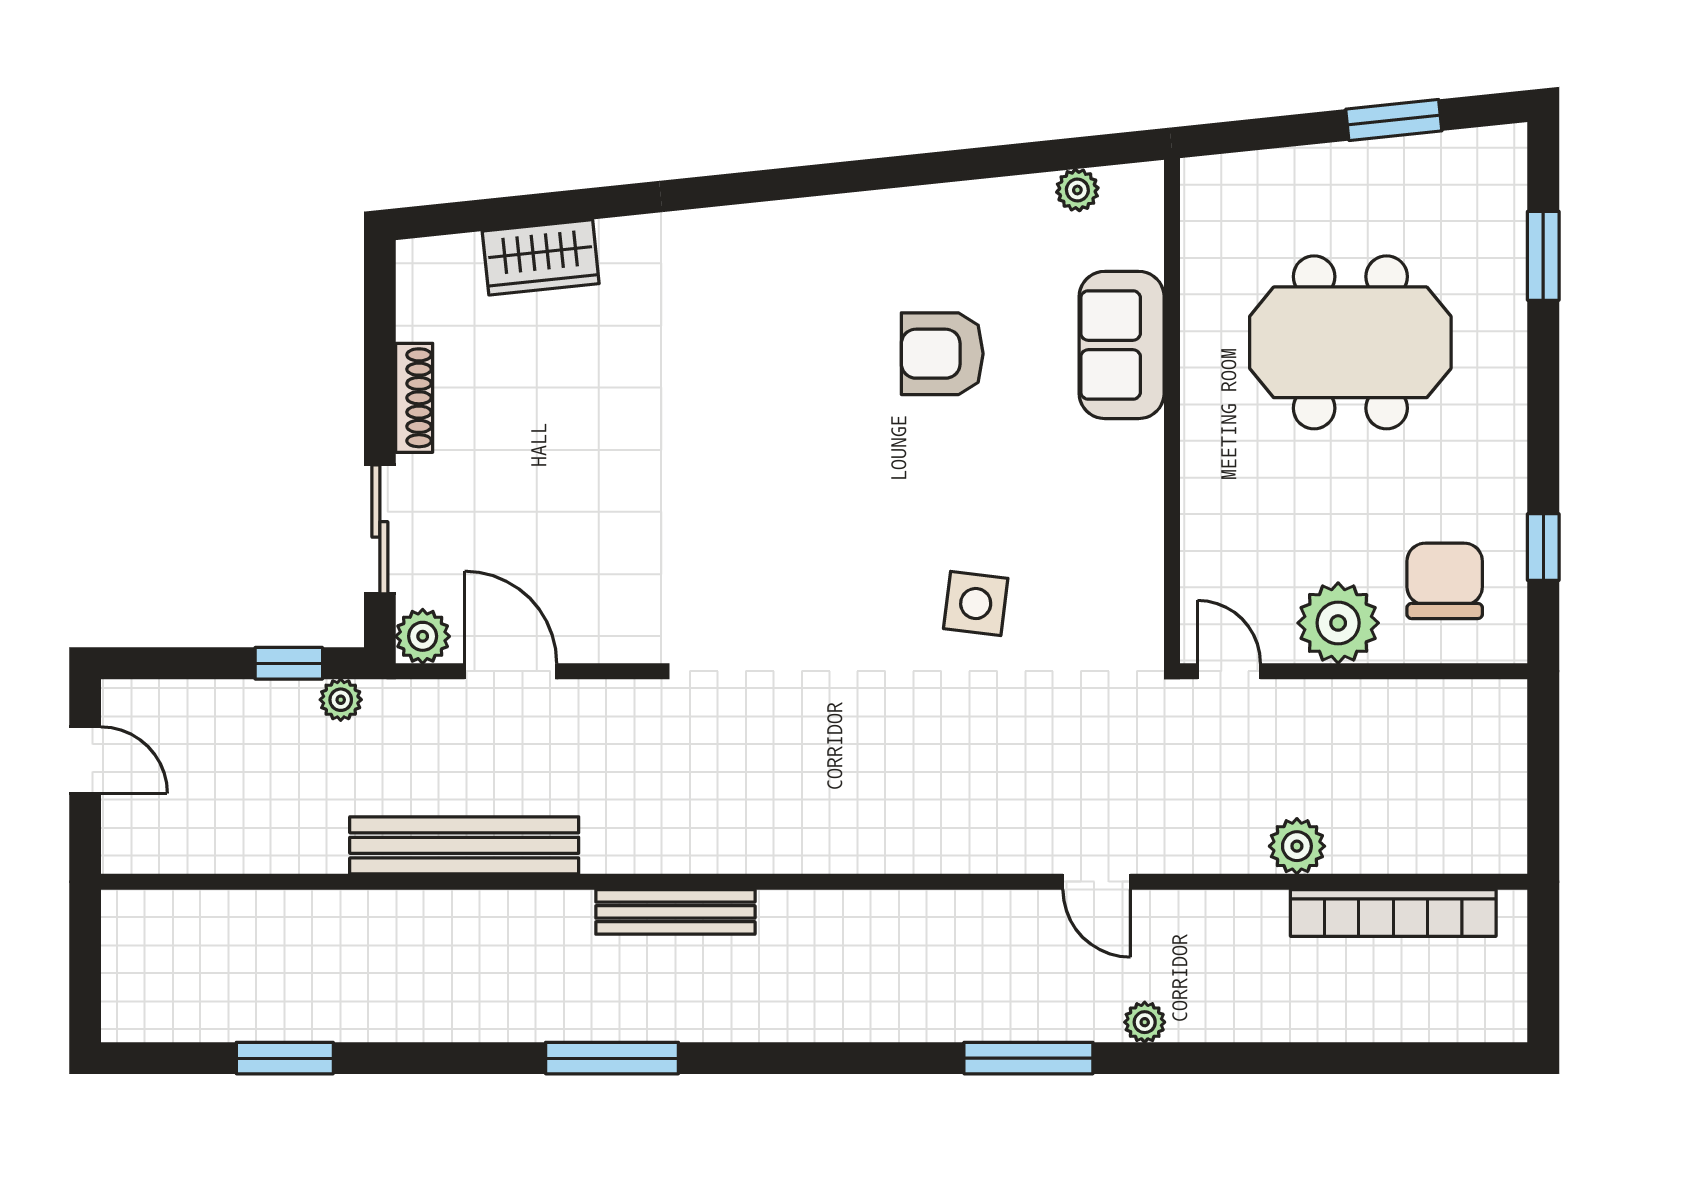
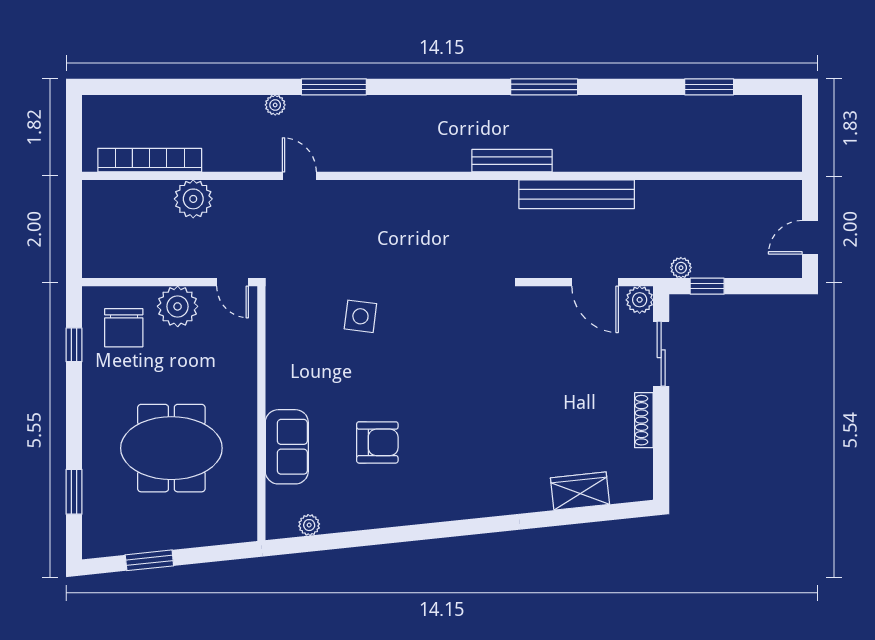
door: (85, 760) -> (810, 237), hinge flipped
bench: (464, 845) -> (577, 194), moved
plant: (1297, 846) -> (193, 199), width x1.36, depth x1.36

